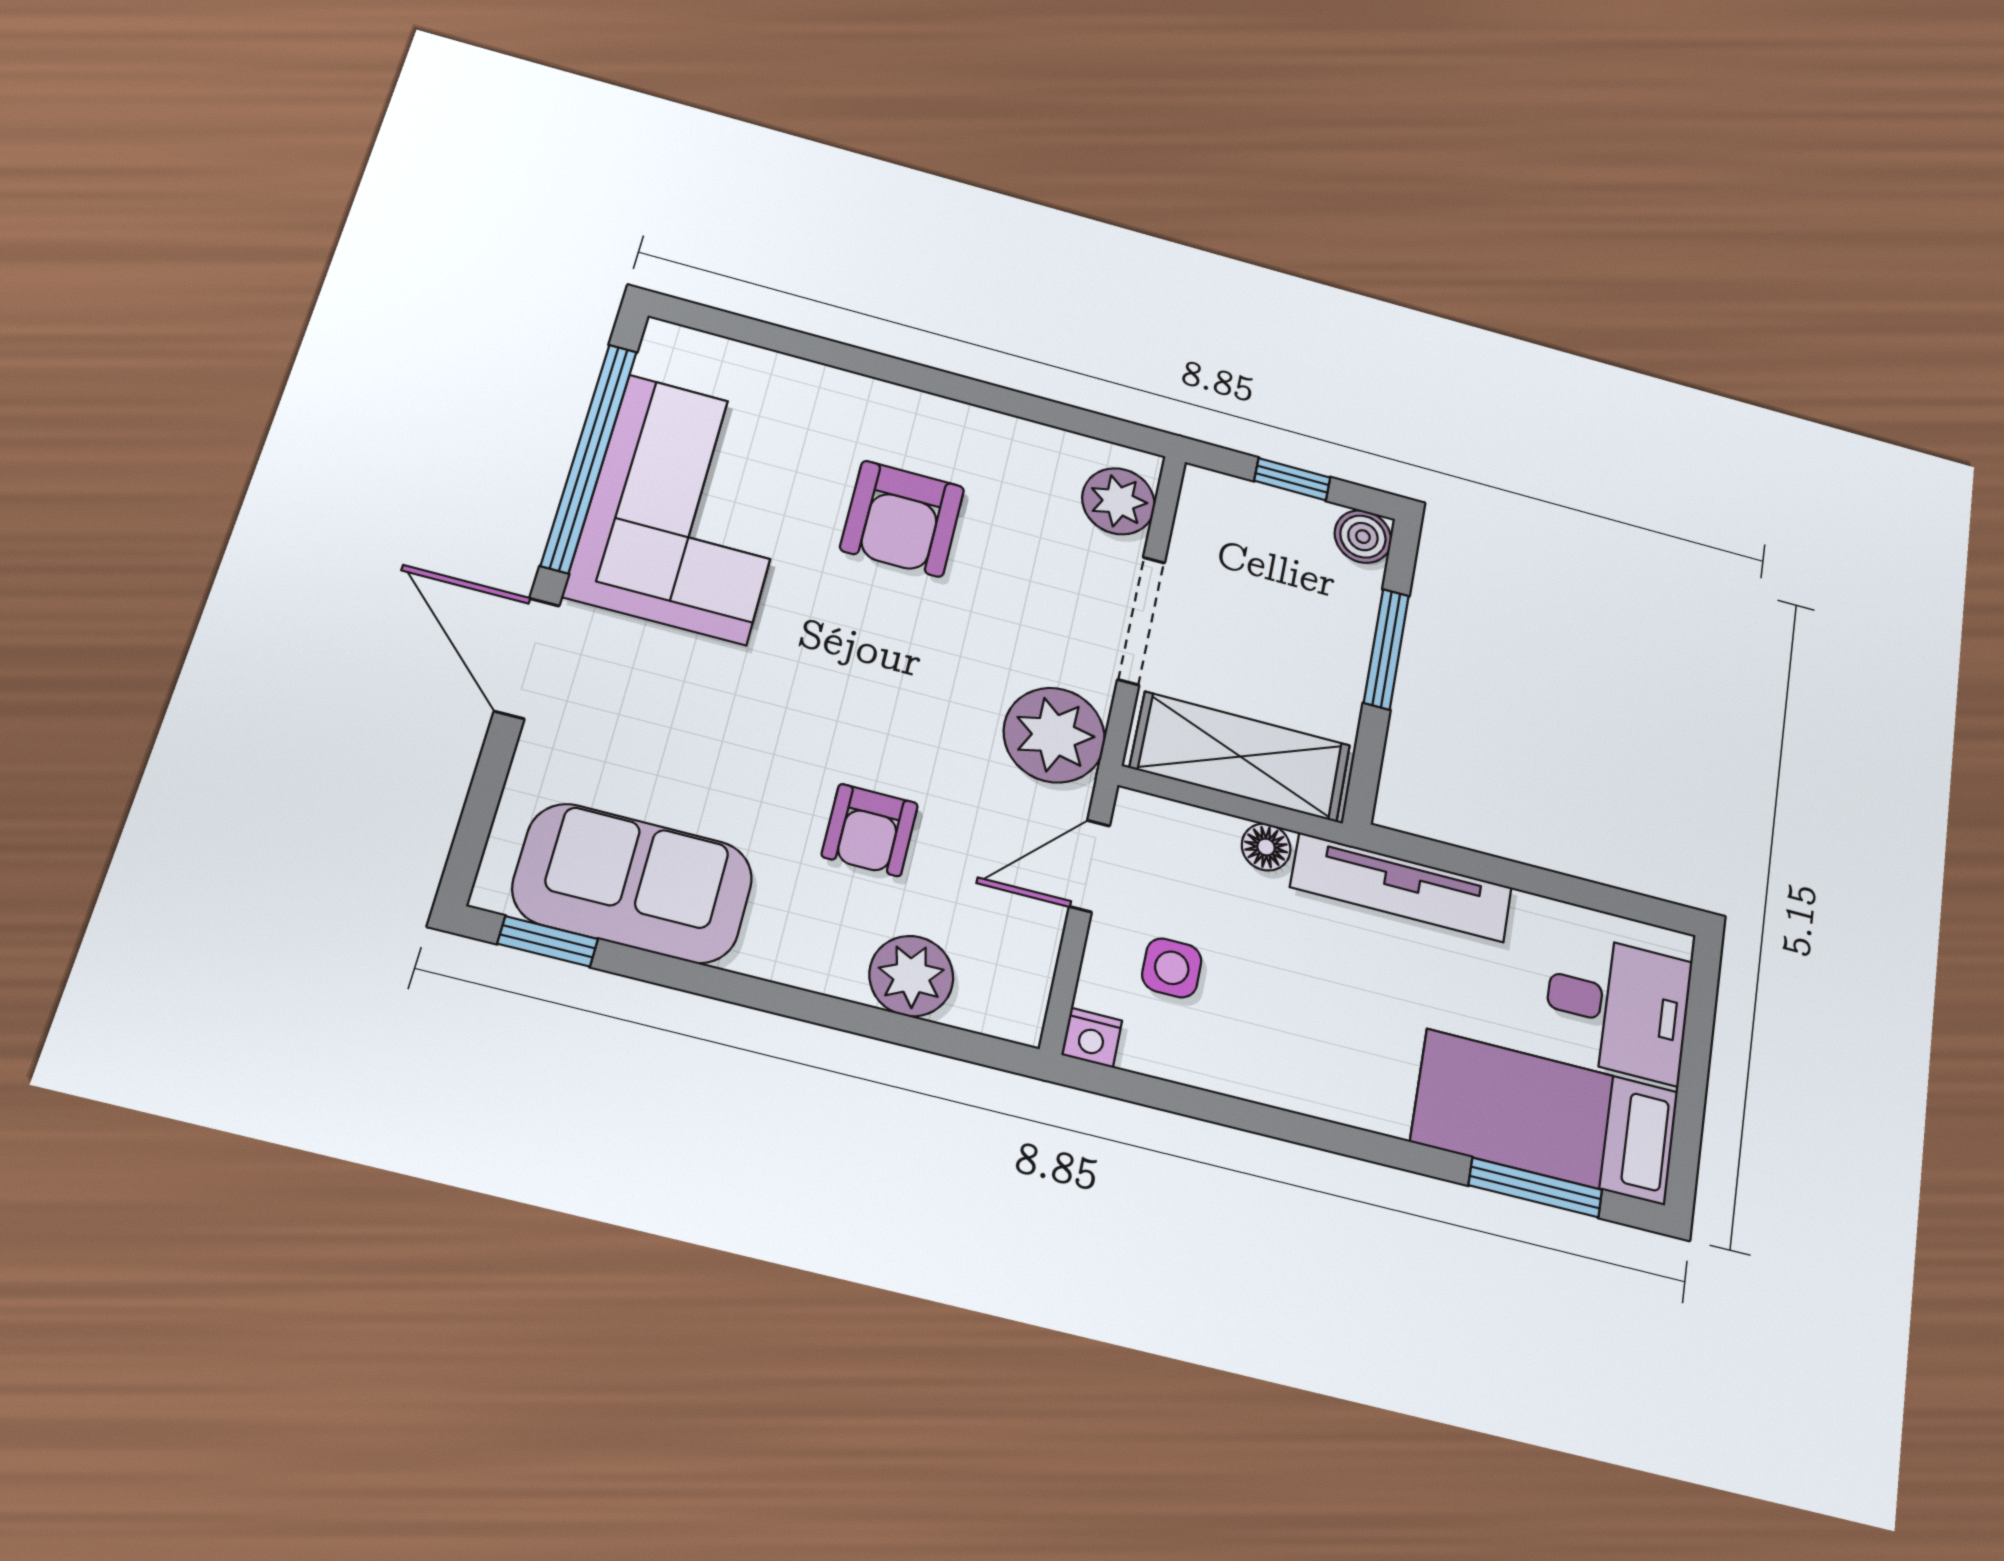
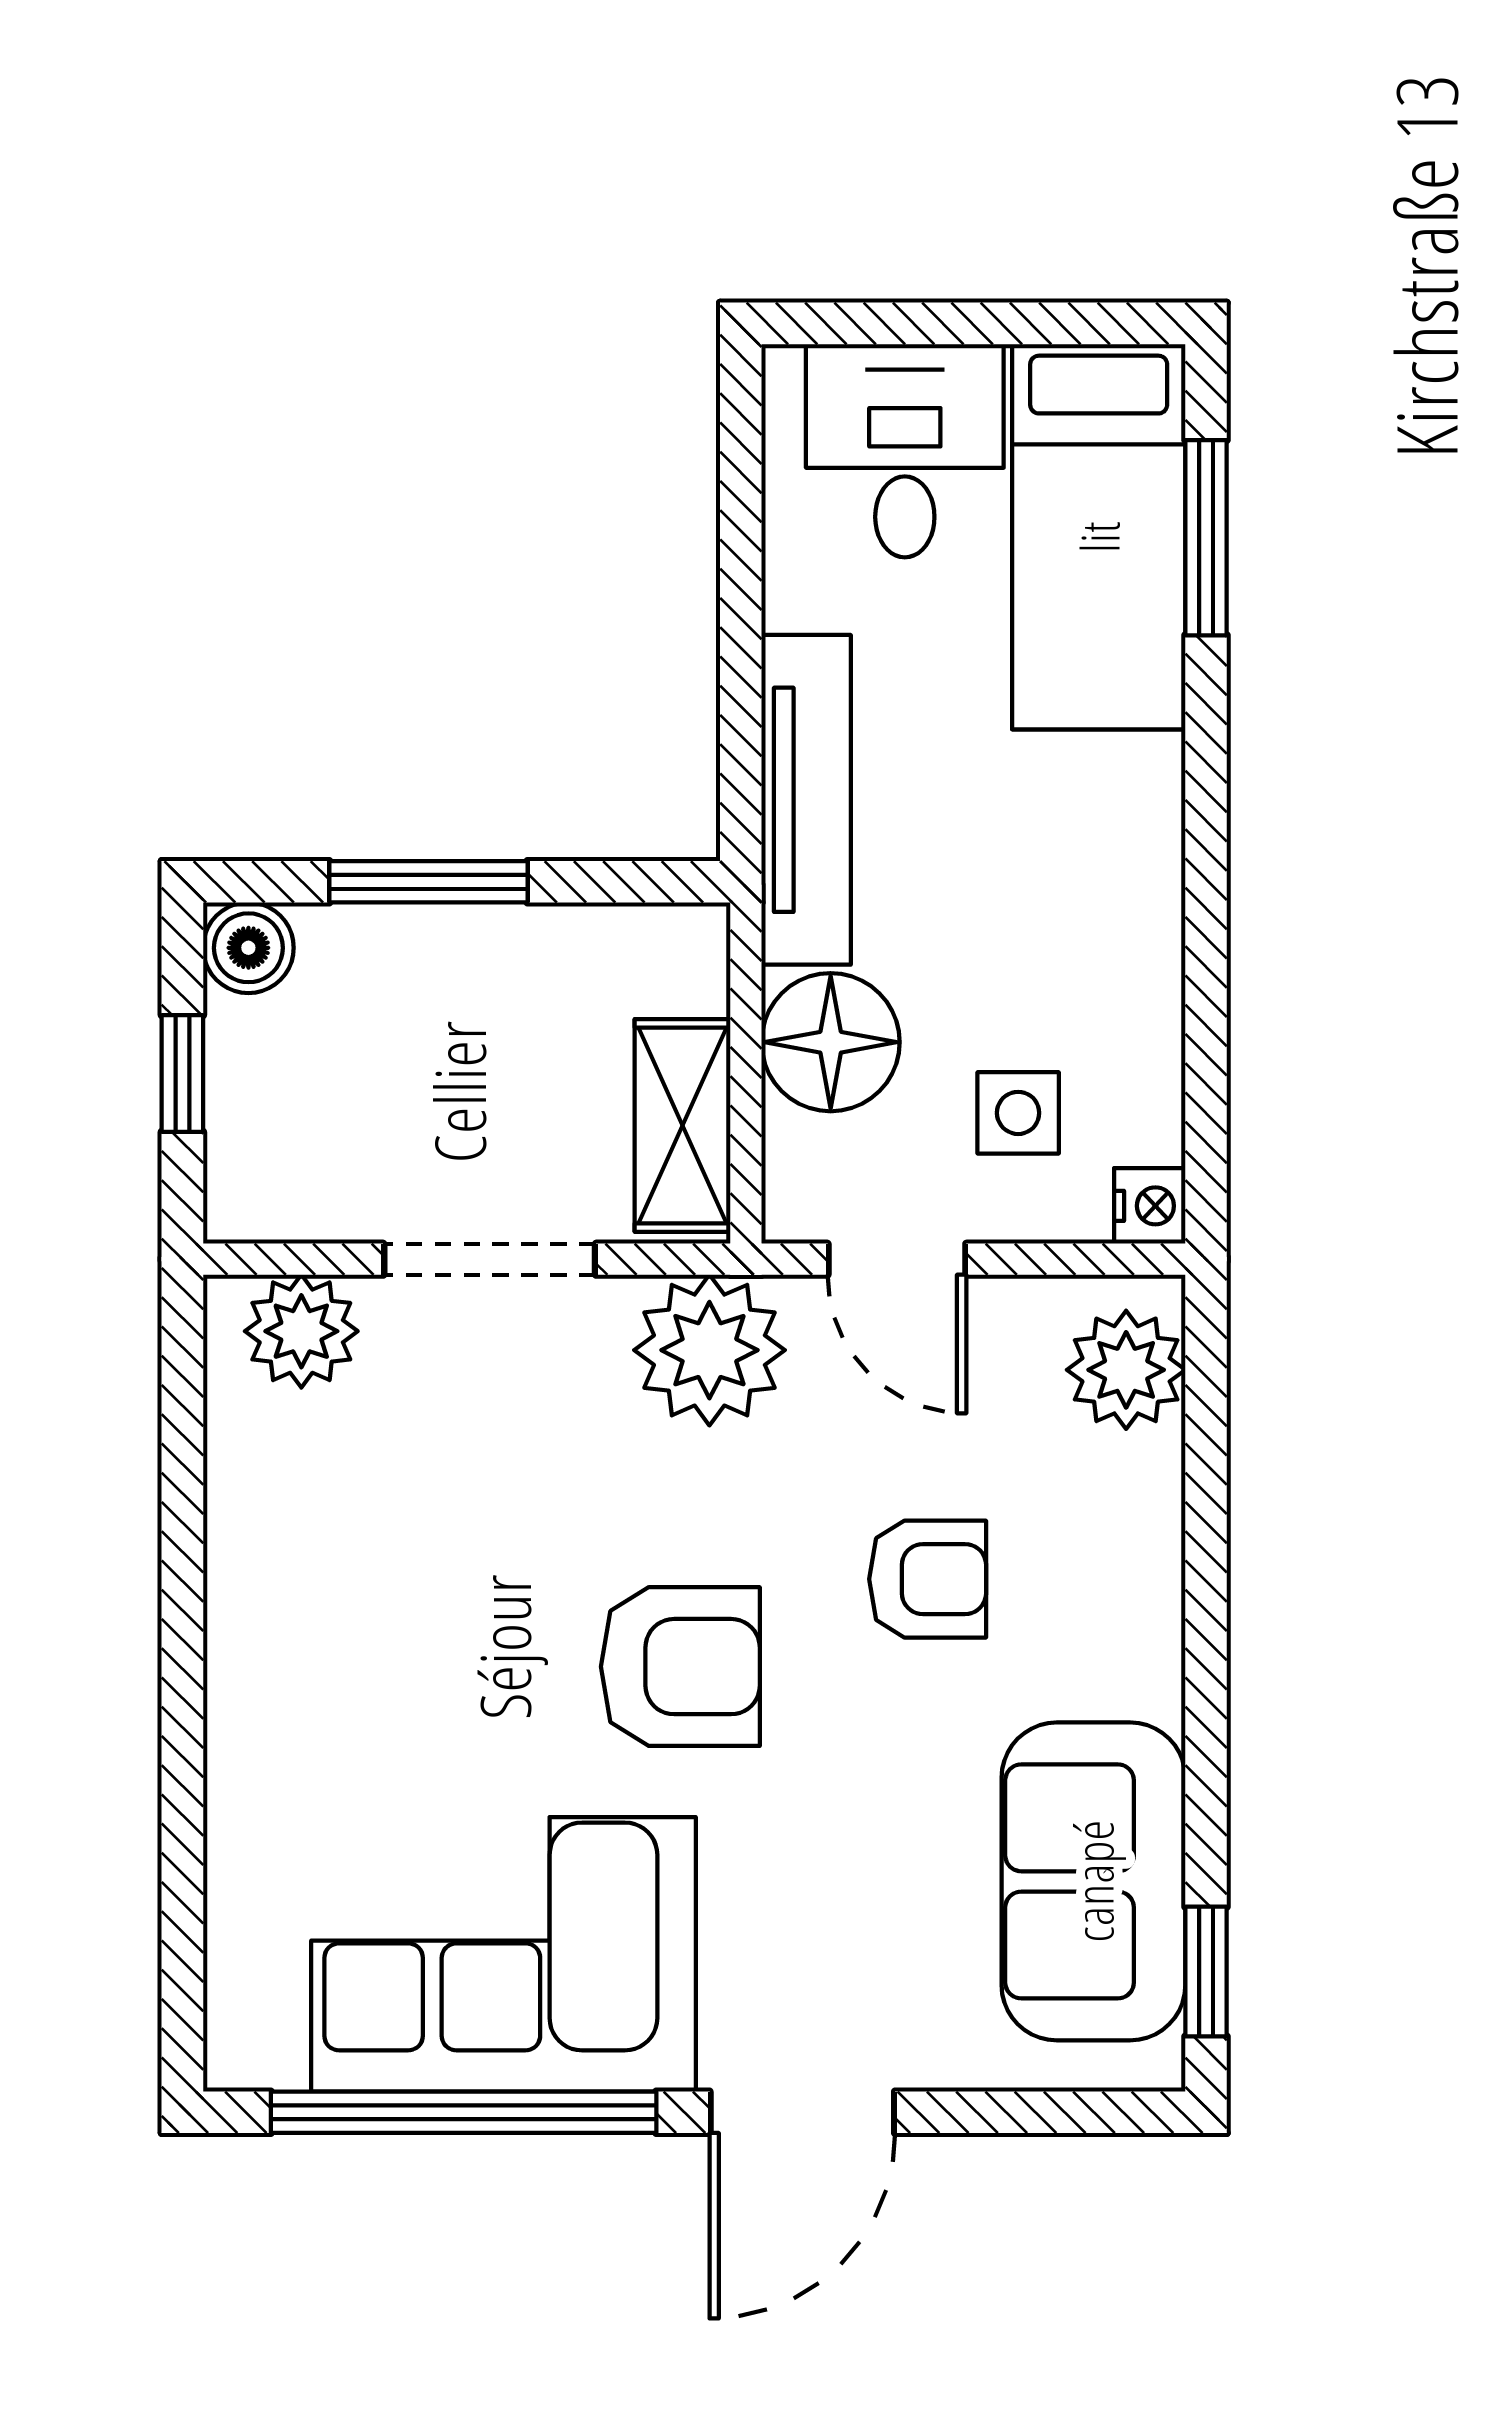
armchair: (902, 519) -> (680, 1667), moved
shelving: (1240, 757) -> (683, 1125), width x0.67, depth x0.75
floor lamp: (1266, 847) -> (831, 1042), width x1.89, depth x1.89
plant: (911, 976) -> (1126, 1370), moved

